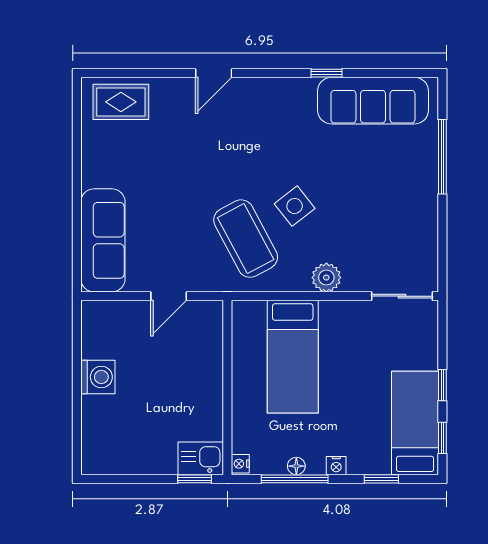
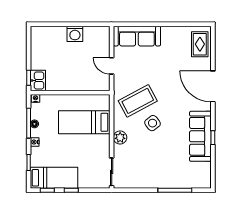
door: (214, 73) -> (213, 86), width x1.88
sofa: (373, 101) -> (200, 136), moved

